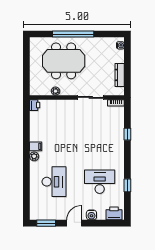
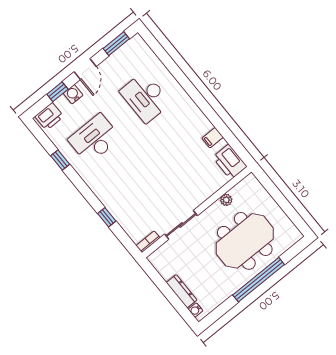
dresser: (120, 75) -> (182, 291), moved
printer: (35, 105) -> (230, 162), width x1.87, depth x1.48
filing cabinet: (36, 146) -> (213, 138), moved
plant: (34, 156) -> (191, 107), removed
desk: (100, 182) -> (94, 139), turned 180
window: (99, 223) -> (57, 92), added

